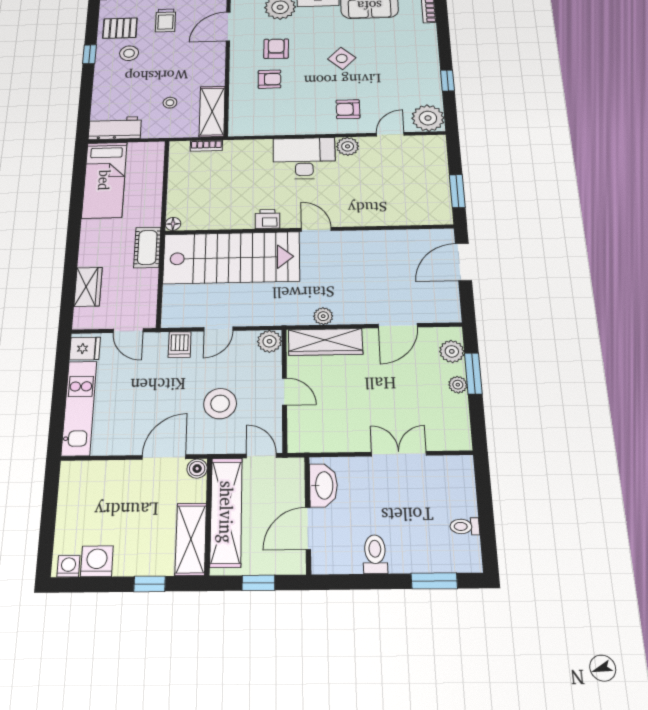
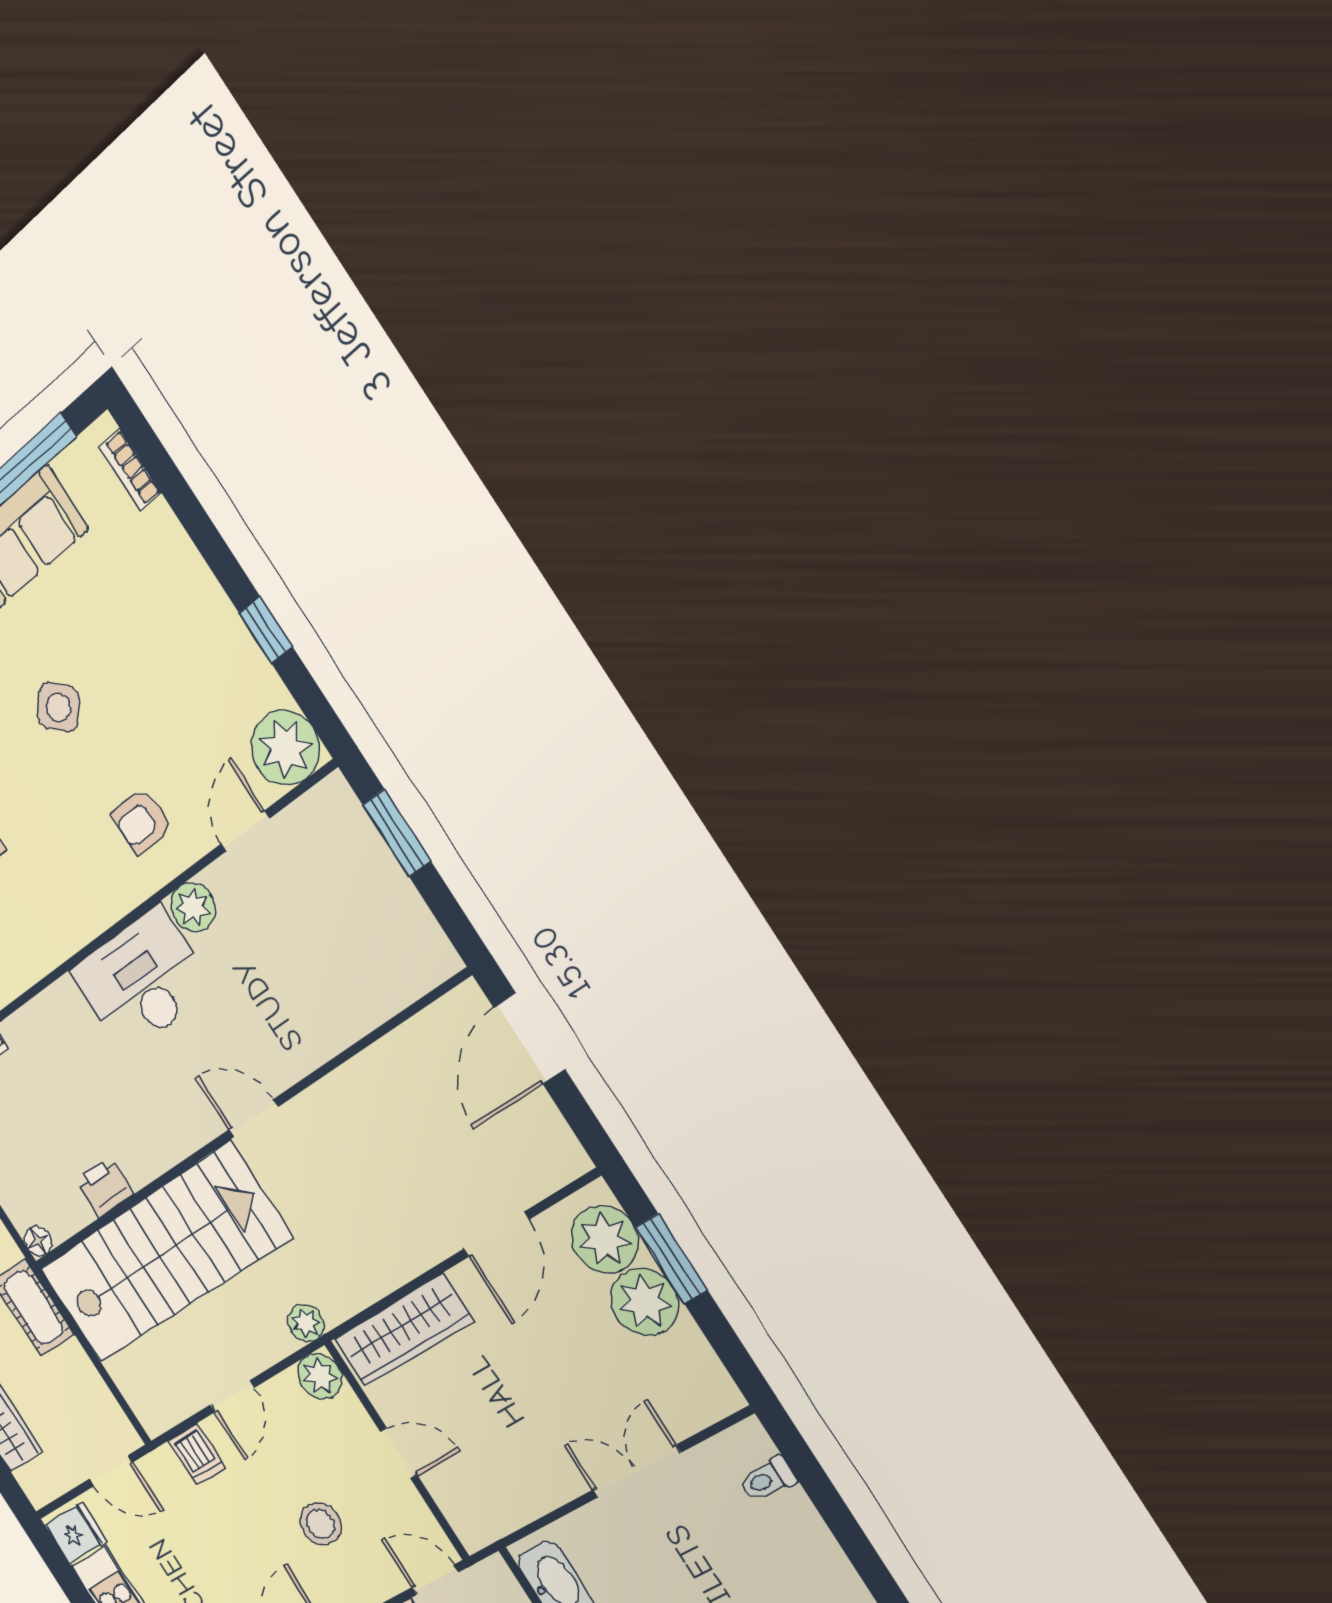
window: (457, 191) -> (397, 833), moved
printer: (267, 219) -> (105, 1187), moved
plant: (323, 316) -> (306, 1323), moved
plant: (452, 351) -> (605, 1239), width x1.36, depth x1.36
plant: (458, 385) -> (645, 1302), width x1.88, depth x1.88
stool: (220, 404) -> (321, 1524), width x0.73, depth x0.73
toilet: (465, 526) -> (767, 1479), moved

